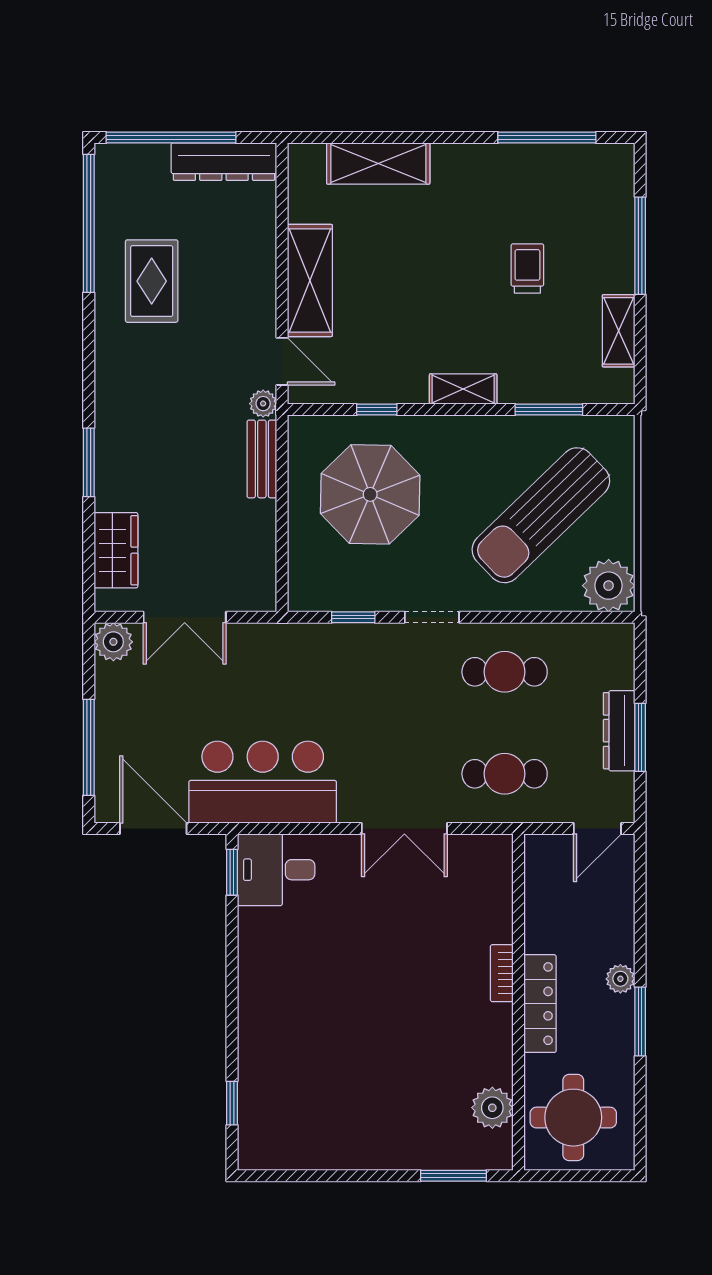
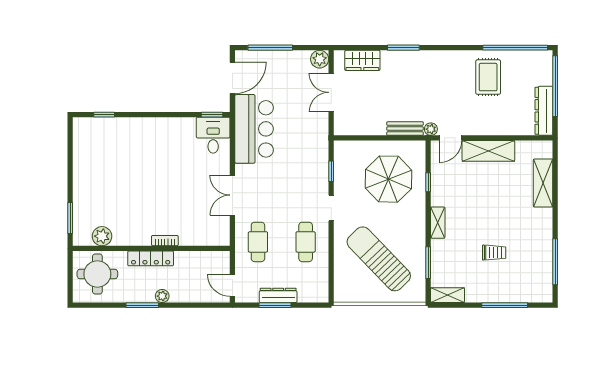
rug: (152, 281) -> (488, 77), turned 90
shelving: (619, 331) -> (447, 295), moved
plant: (609, 586) -> (346, 290), removed

